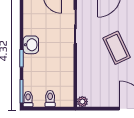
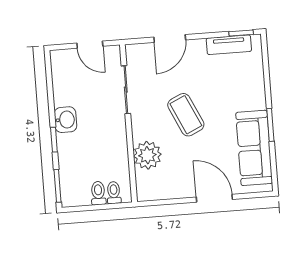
toilet: (28, 99) -> (114, 193), moved
plant: (82, 102) -> (147, 155), moved, width x1.88, depth x1.88

